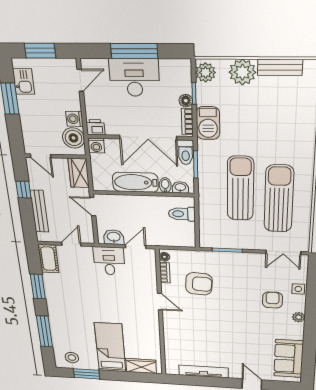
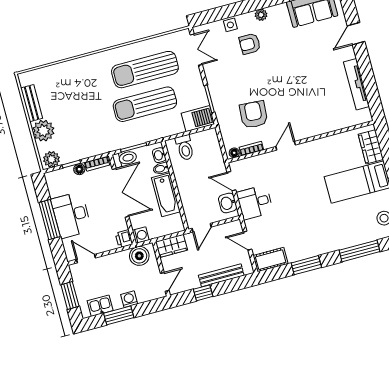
washing machine: (74, 119) -> (129, 299), moved, turned 180
barbecue: (208, 123) -> (198, 119), moved

